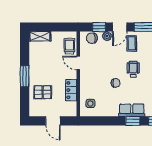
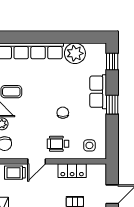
wheelchair: (133, 69) -> (58, 144), moved
window: (133, 121) -> (112, 105), moved

